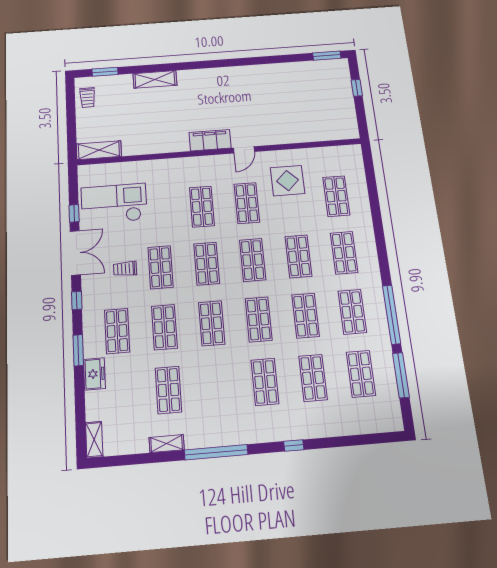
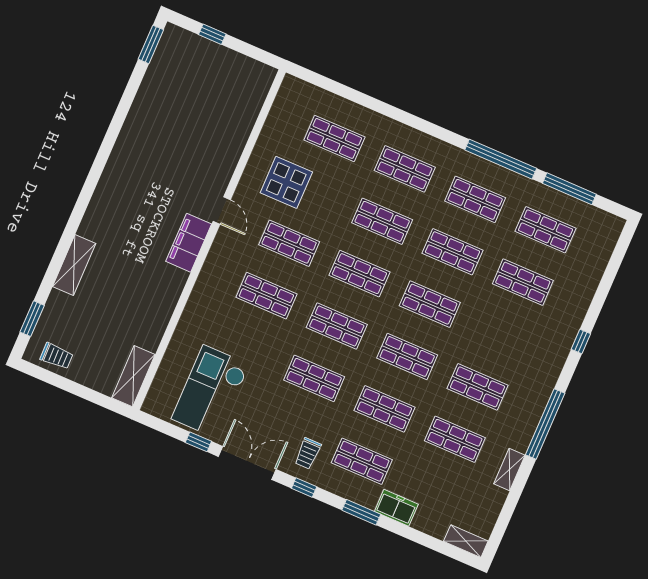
trolley: (125, 269) -> (308, 453), moved
shop shelf: (265, 382) -> (478, 387), moved

